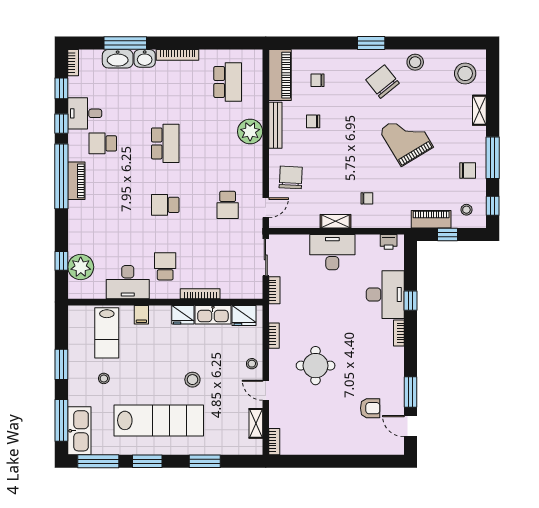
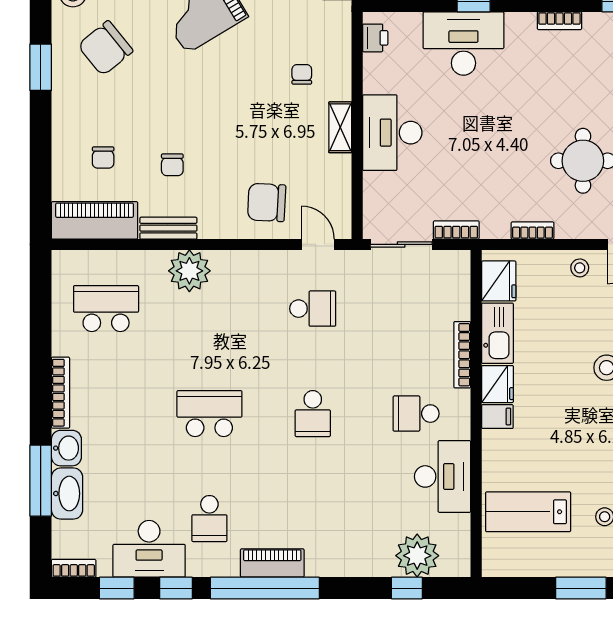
desk: (85, 113) -> (149, 549), width x1.37
bench: (275, 125) -> (168, 228), width x0.73
filing cabinet: (141, 315) -> (497, 417), moved
lab bench: (107, 333) -> (528, 512), turned 180
bookcase: (399, 333) -> (559, 21), moved

